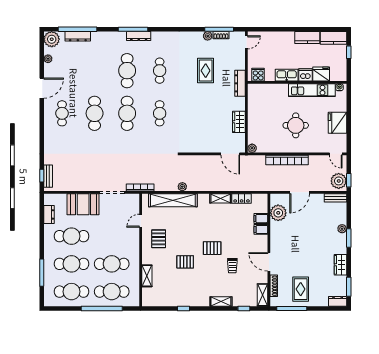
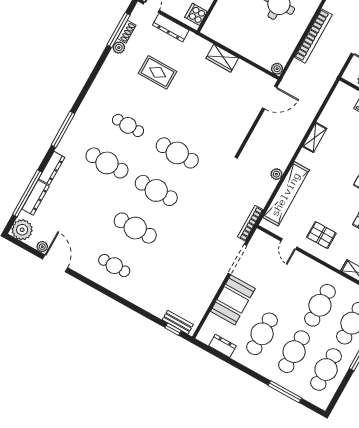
dresser: (139, 36) -> (52, 168), moved
dresser: (240, 83) -> (171, 28), moved
door: (42, 88) -> (55, 263), moved
cafe table: (160, 113) -> (177, 153), width x1.37, depth x1.35
wardrobe: (239, 122) -> (222, 58), moved
locker: (242, 198) -> (328, 113), removed

